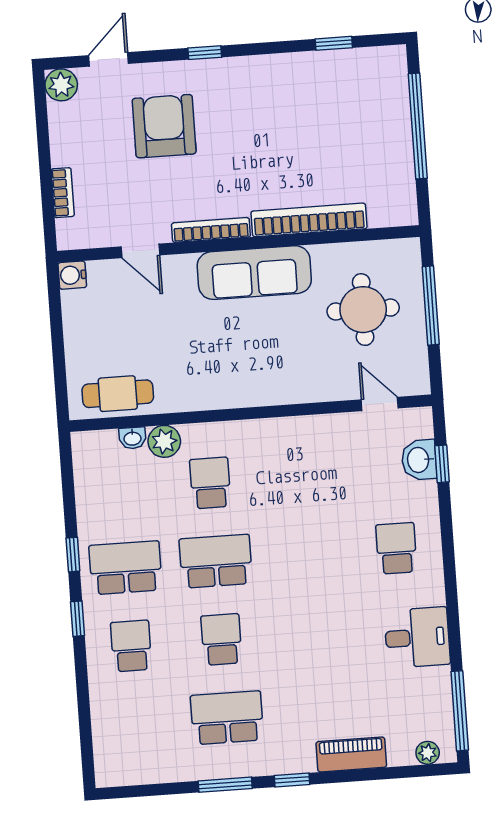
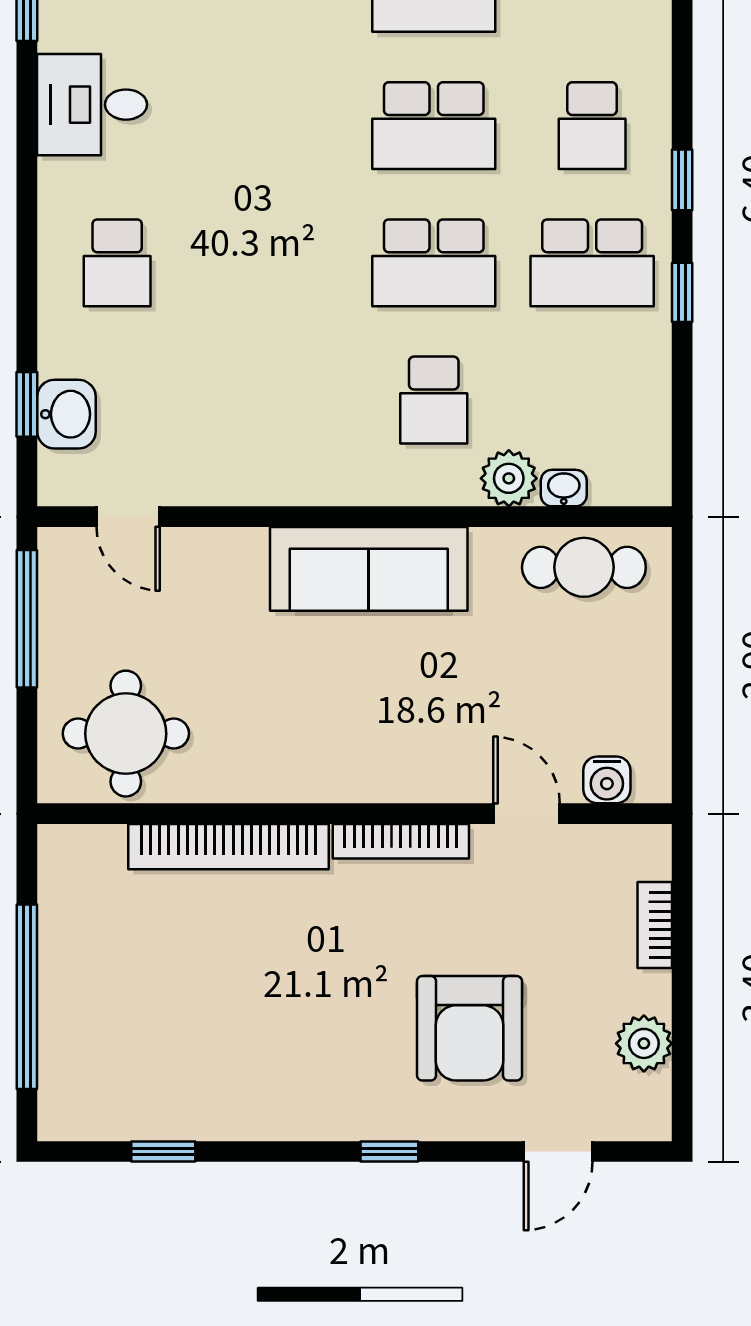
plant: (61, 85) -> (644, 1043), moved
sofa: (254, 273) -> (369, 569), moved, turned 180
water cooler: (72, 275) -> (607, 780), moved, turned 90
window: (431, 305) -> (27, 619), moved
round table: (363, 310) -> (126, 734), moved
school desk: (221, 639) -> (434, 126), width x1.85

